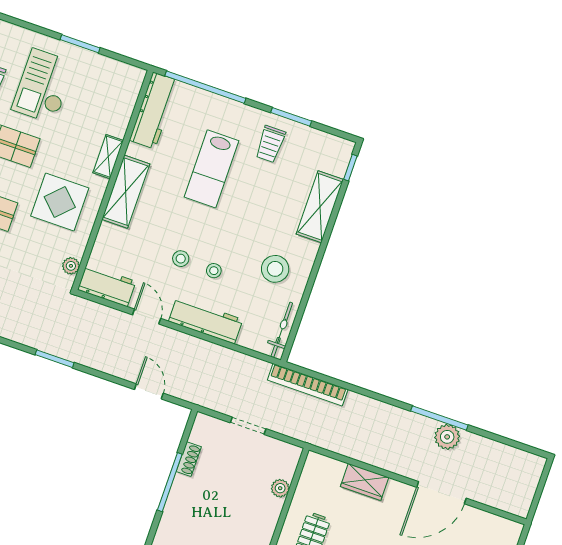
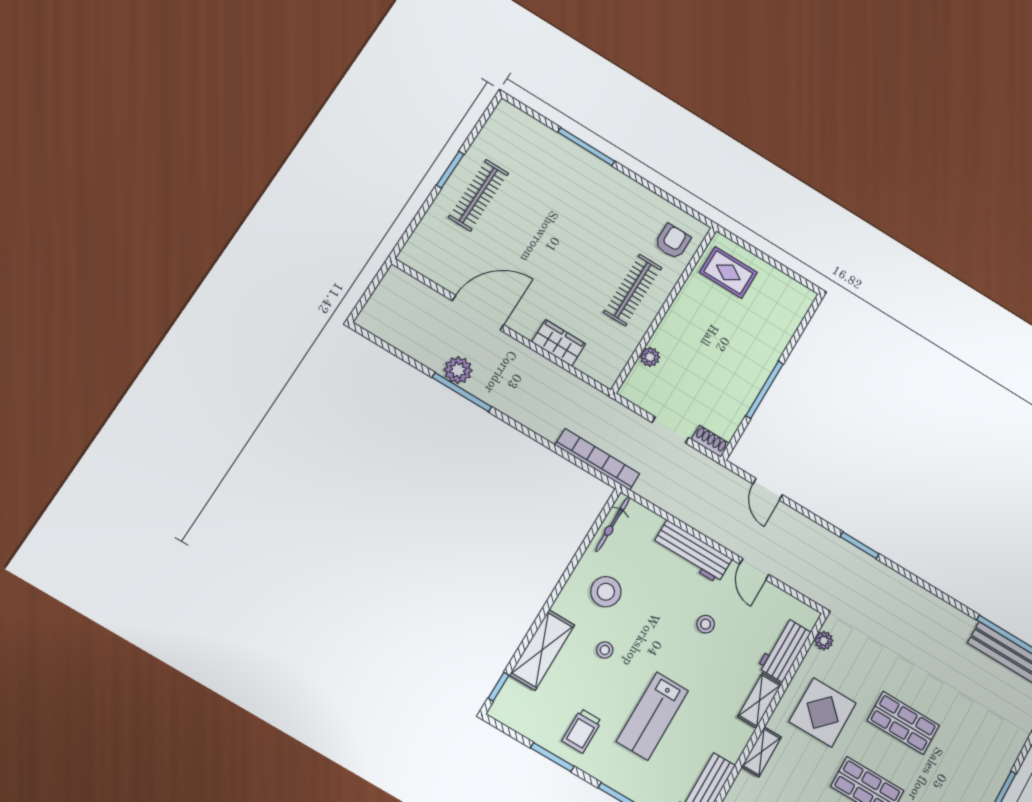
trolley: (270, 144) -> (582, 731), turned 180
lab bench: (211, 169) -> (652, 716), turned 180
shelving: (126, 192) -> (760, 700), width x0.67, depth x0.75
stool: (214, 271) -> (605, 650), moved
workbench: (107, 286) -> (784, 650), moved, turned 90
shoe rack: (189, 459) -> (710, 441), moved, turned 90

